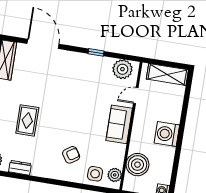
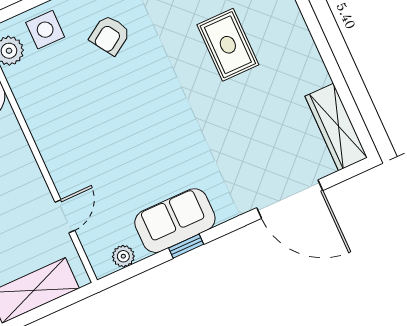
plant: (122, 69) -> (123, 256), width x0.53, depth x0.53
sofa: (119, 124) -> (175, 221), moved, turned -90

